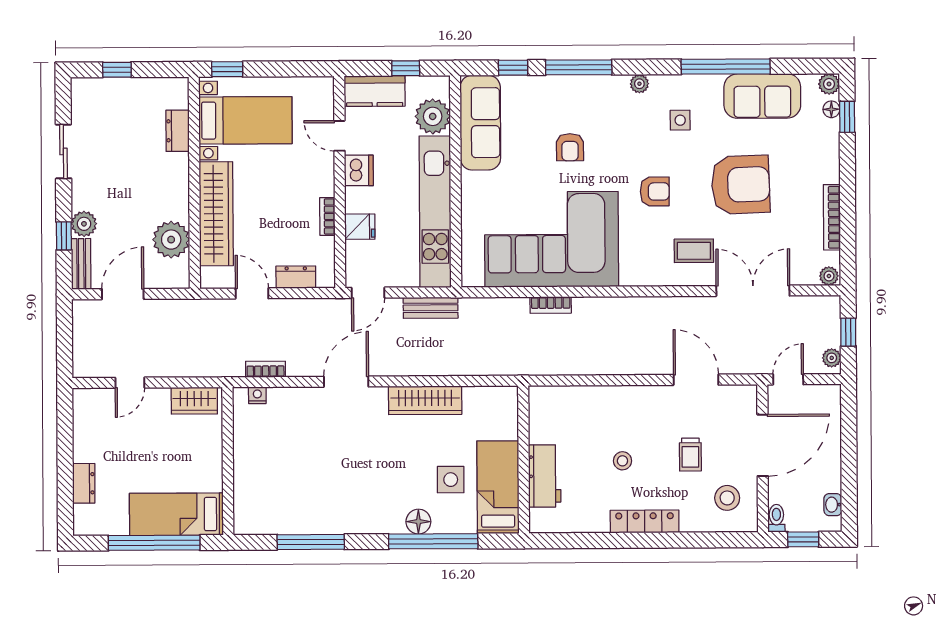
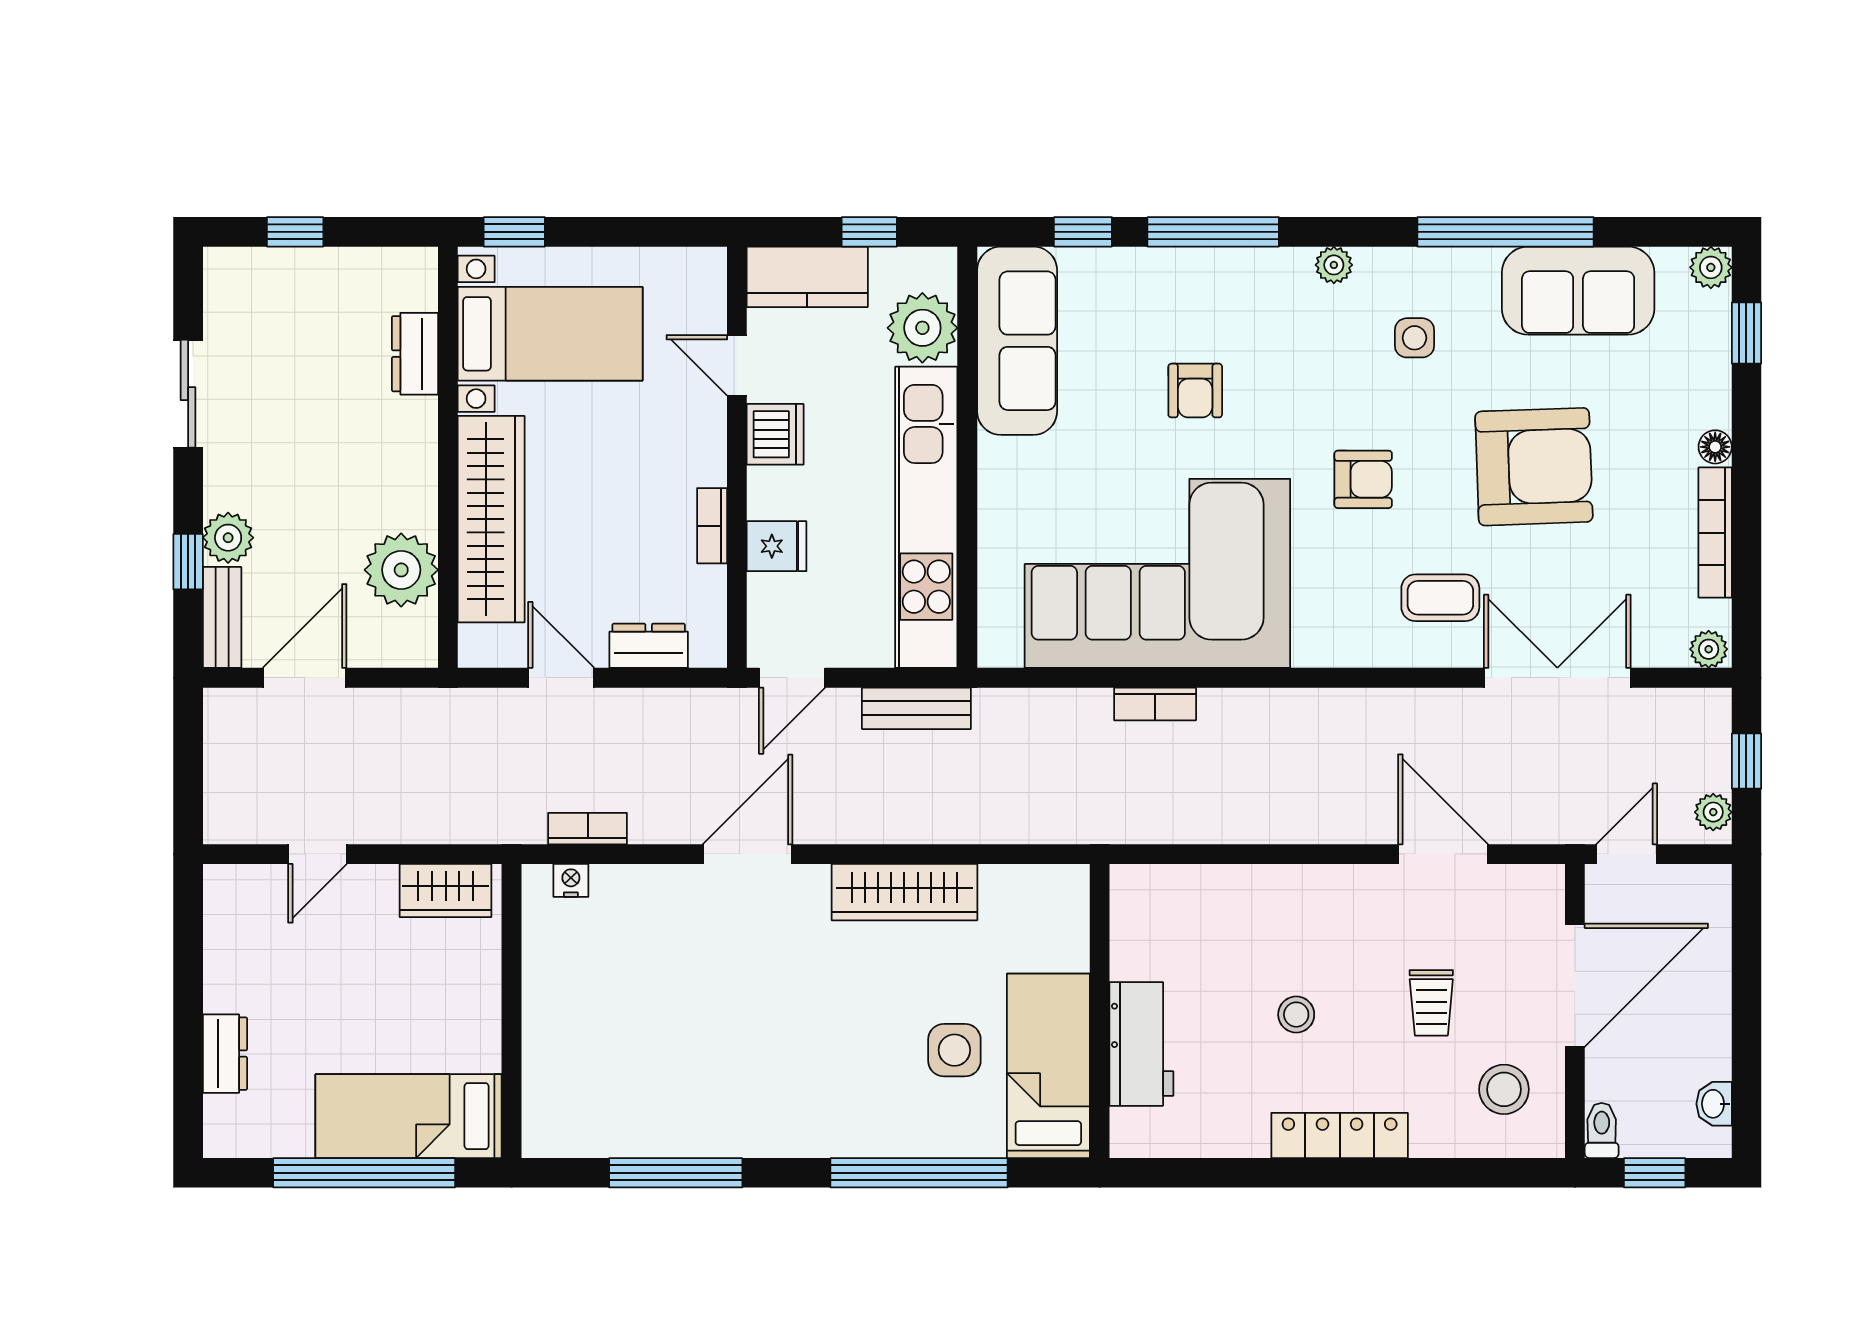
floor lamp: (831, 109) -> (1715, 447), moved
floor lamp: (418, 522) -> (890, 1133), removed

